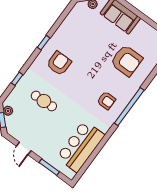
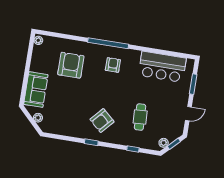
armchair: (59, 63) -> (102, 121), turned -48

